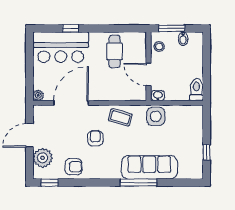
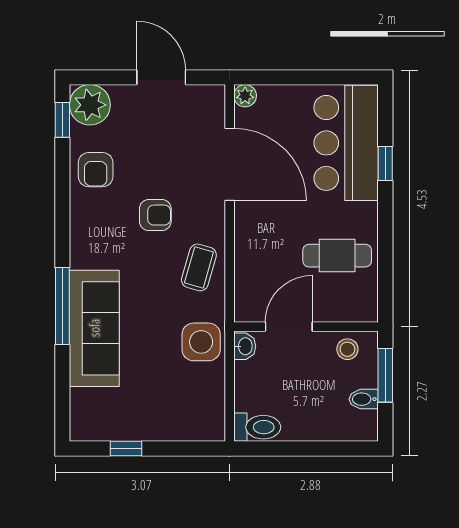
plant: (43, 158) -> (90, 105), moved

